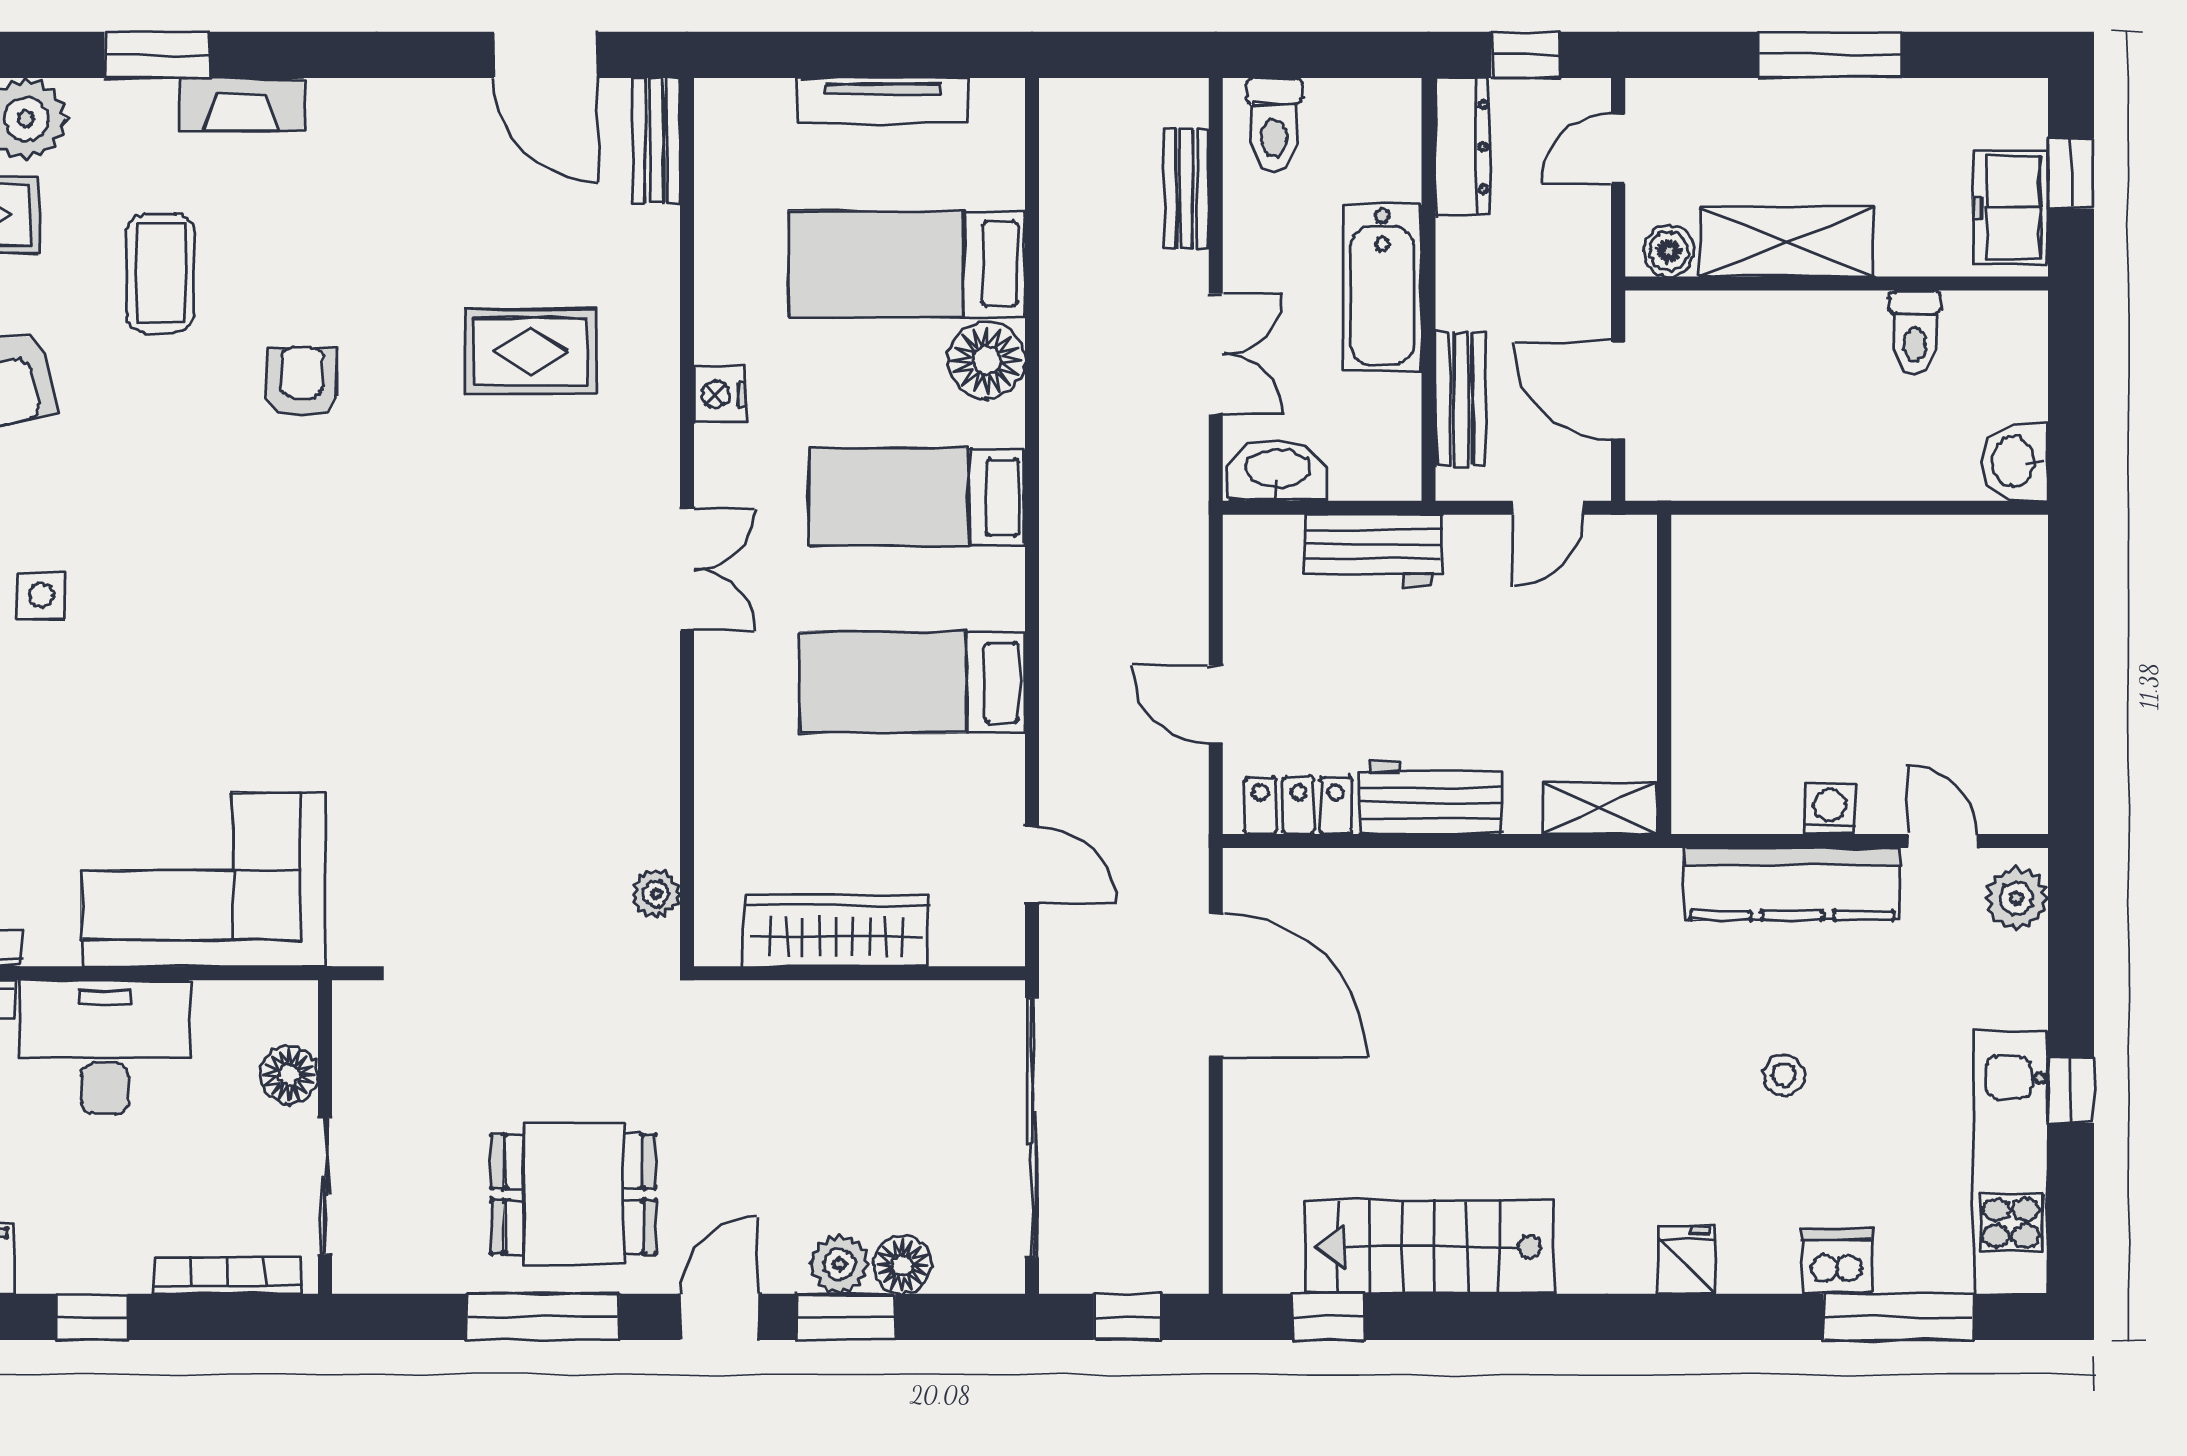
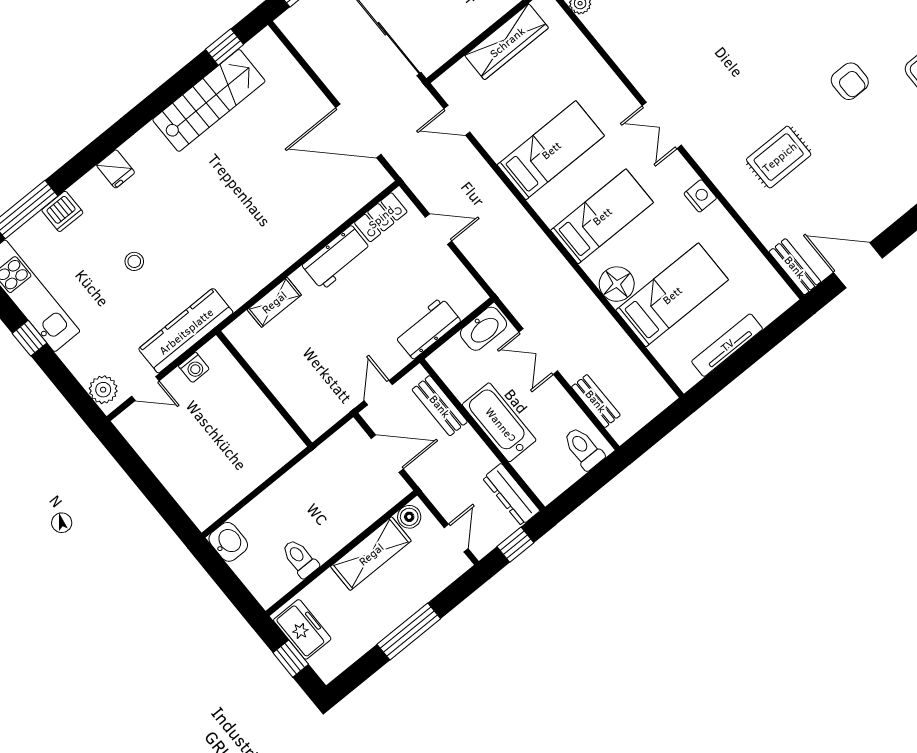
wall: (1664, 674) -> (264, 389), moved

